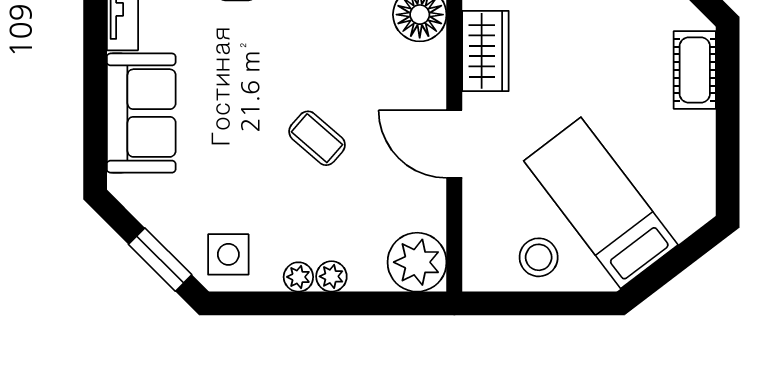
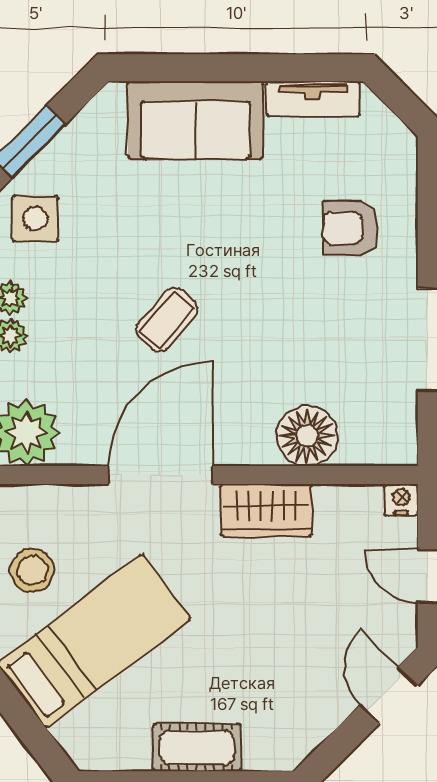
cot: (695, 70) -> (197, 748), moved
door: (454, 144) -> (160, 475), width x1.36

